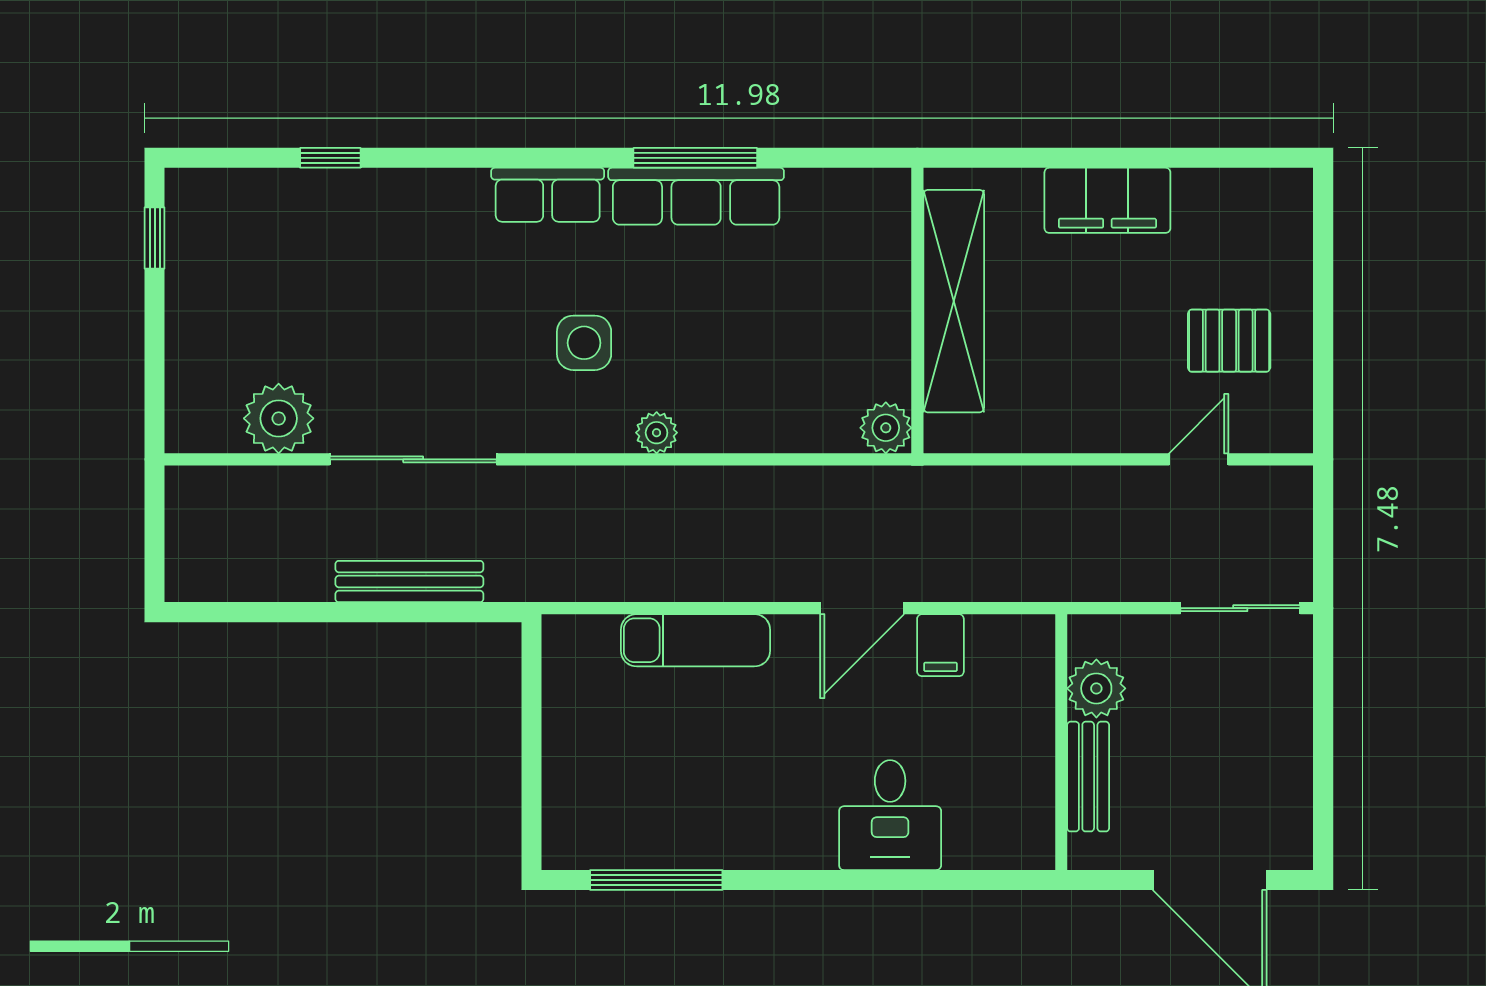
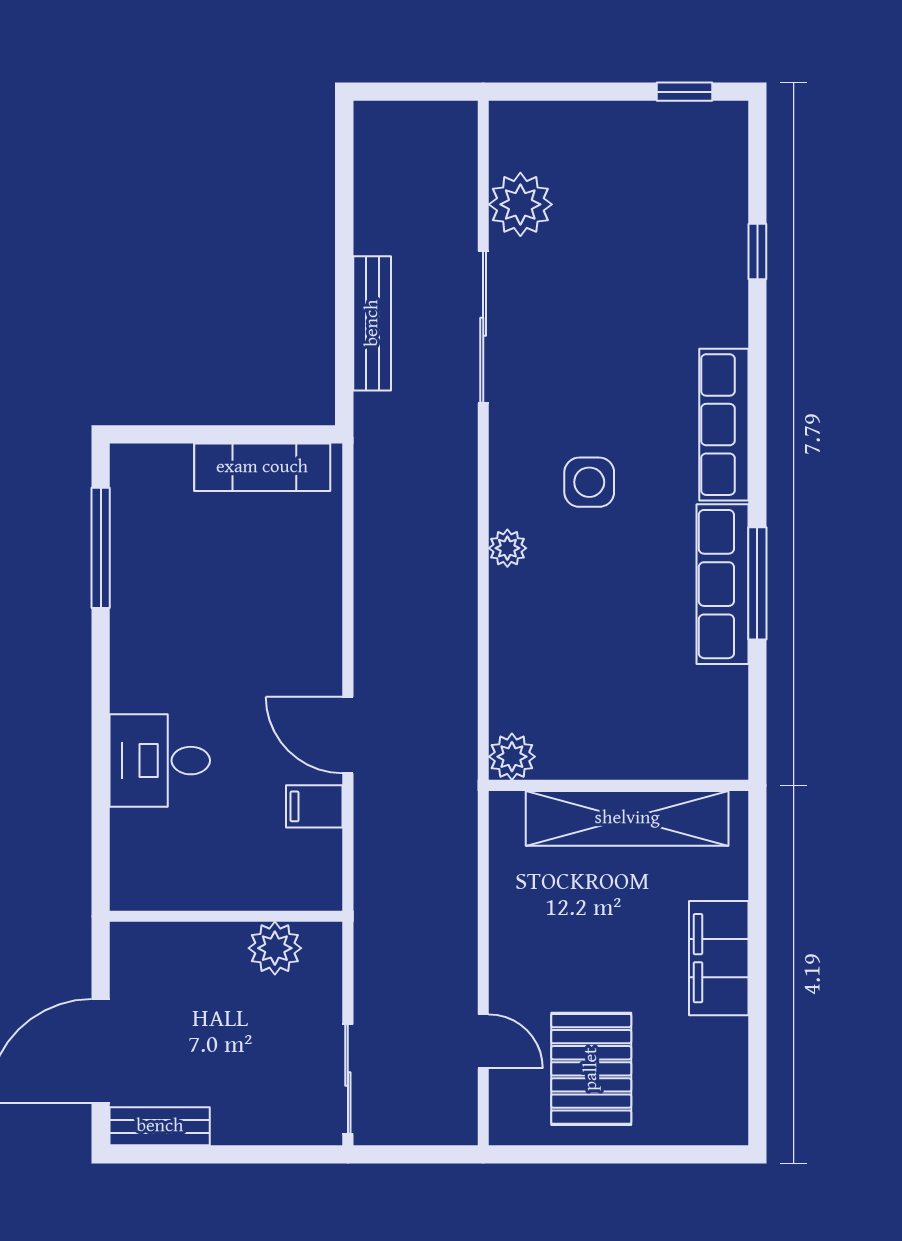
row of seats: (548, 195) -> (724, 425), width x1.48
pallet: (1229, 341) -> (591, 1069), width x1.50, depth x1.42
exam couch: (696, 640) -> (262, 467), moved, turned -90
bench: (1088, 777) -> (160, 1126), moved

